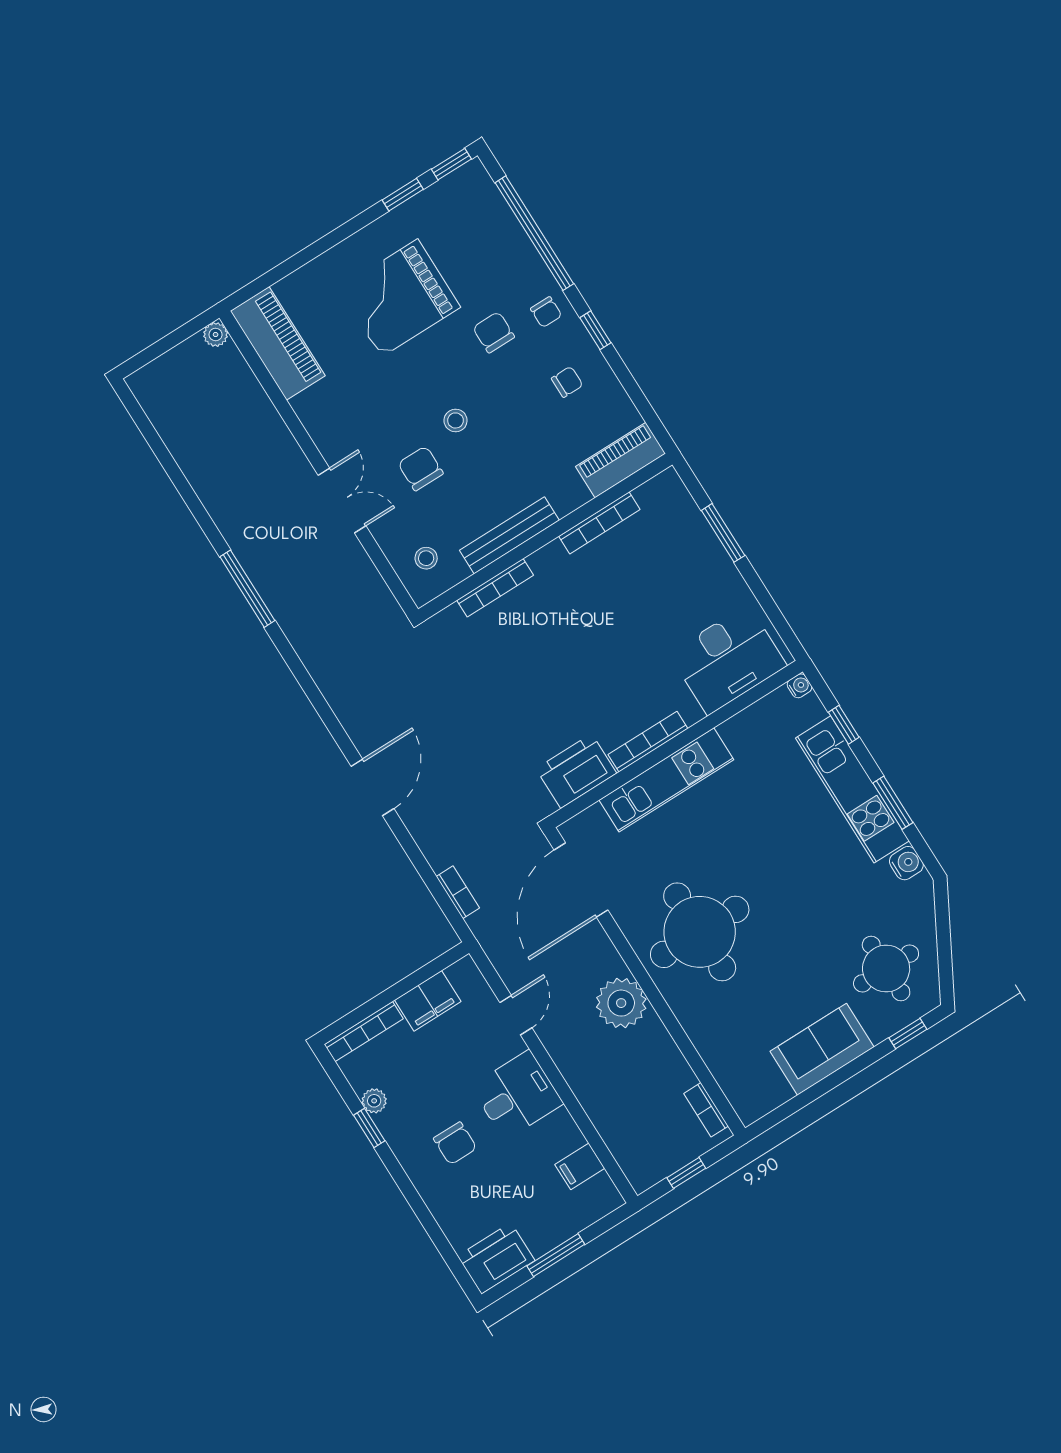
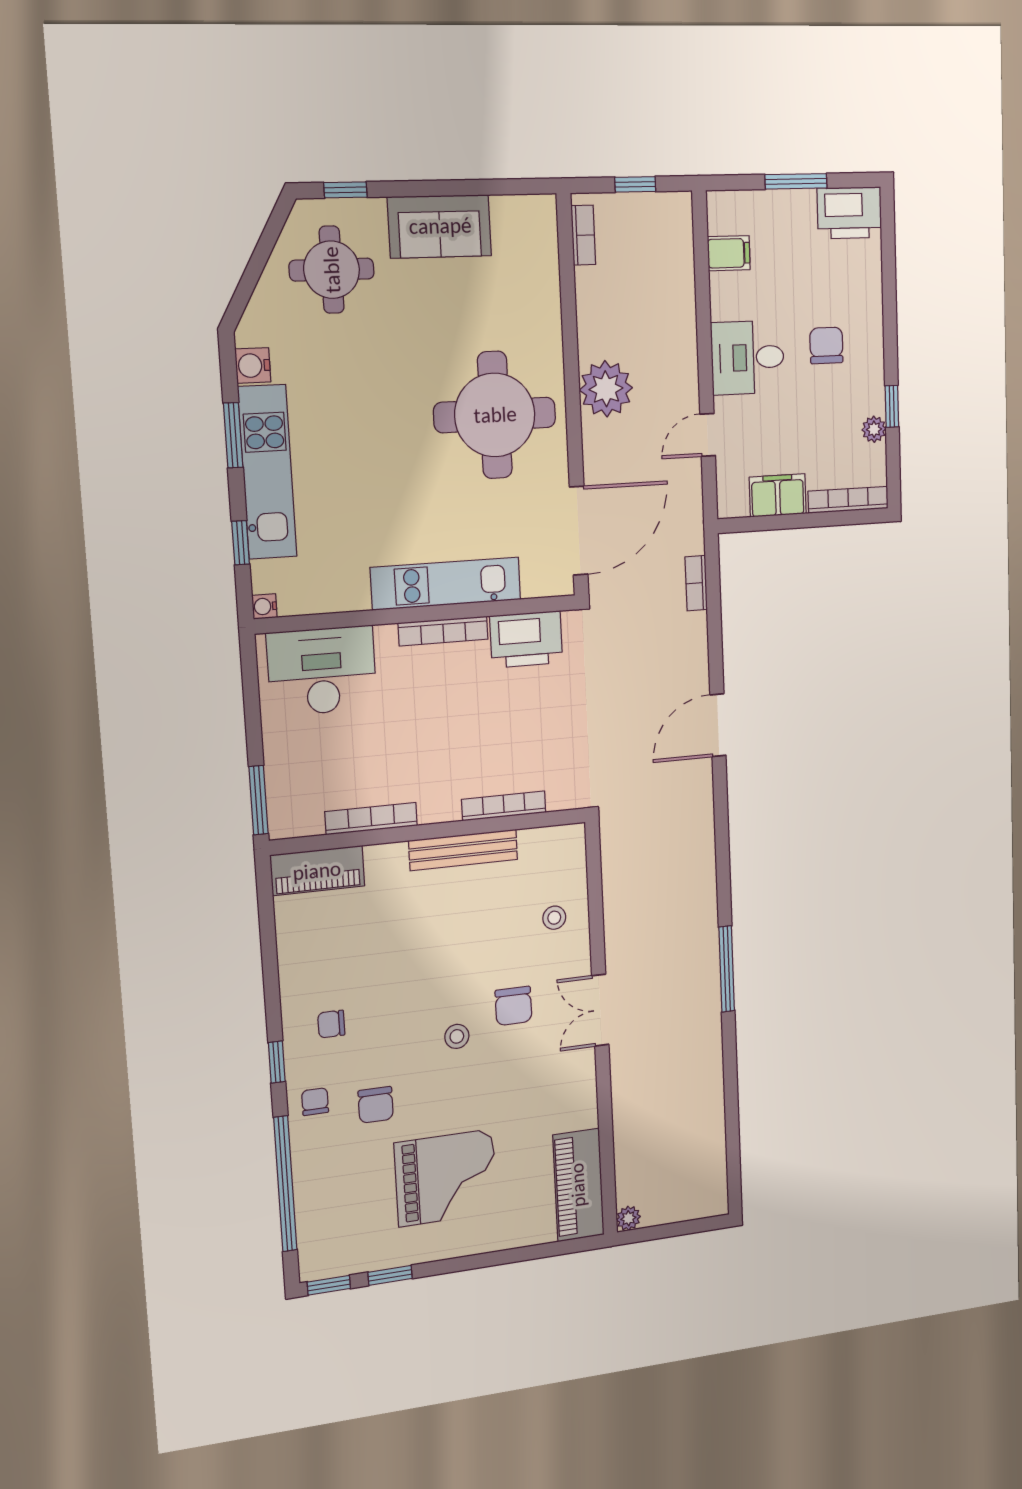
piano: (620, 460) -> (317, 871), moved
bookcase: (599, 523) -> (371, 819), moved
bench: (509, 535) -> (463, 850), moved
wall: (545, 537) -> (430, 831), moved
bookcase: (495, 588) -> (504, 806), moved

